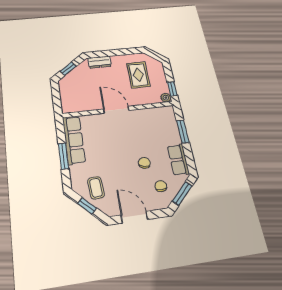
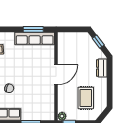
rug: (138, 75) -> (86, 98), turned 90
window: (63, 156) -> (33, 29), moved

